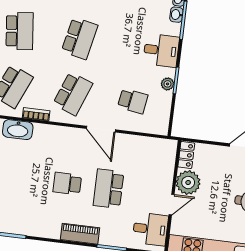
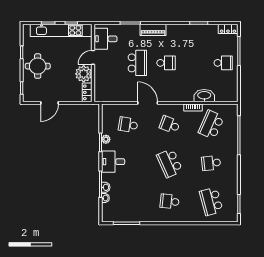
school desk: (20, 31) -> (211, 163), width x0.54
school desk: (80, 38) -> (170, 163), turned -36
school desk: (73, 94) -> (170, 125), width x0.54

